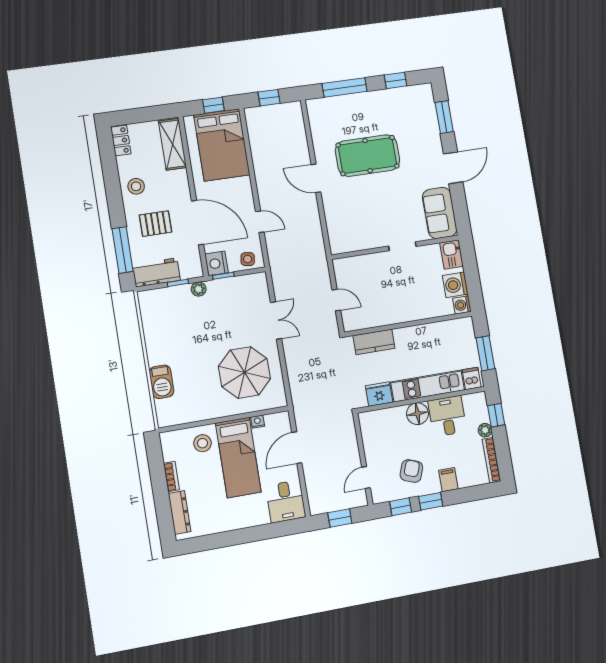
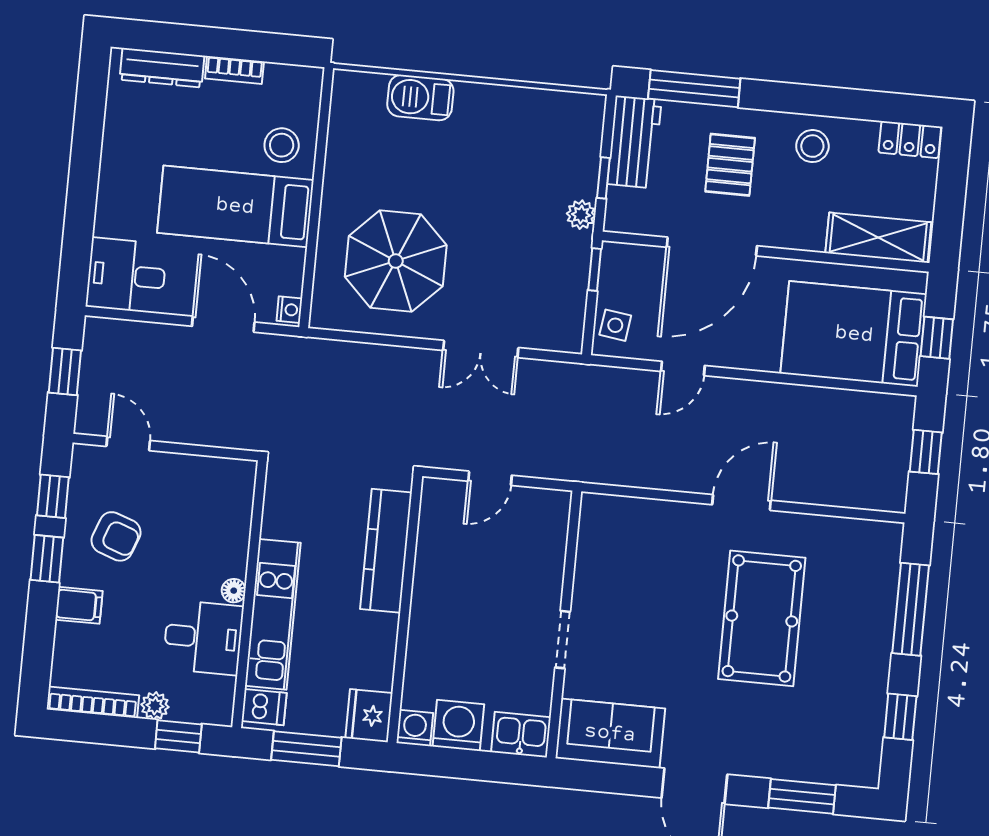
nightstand: (217, 263) -> (622, 262), removed
kitchen counter: (374, 342) -> (386, 551), width x1.50
fridge: (379, 394) -> (369, 716), moved, turned 180
floor lamp: (417, 414) -> (234, 591), width x0.53, depth x0.53
nightstand: (258, 422) -> (289, 310), moved

